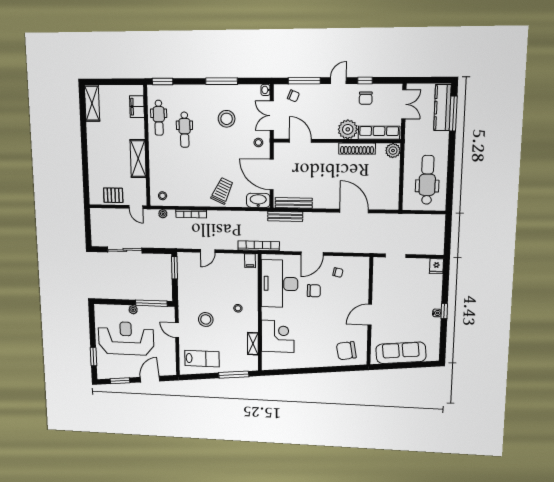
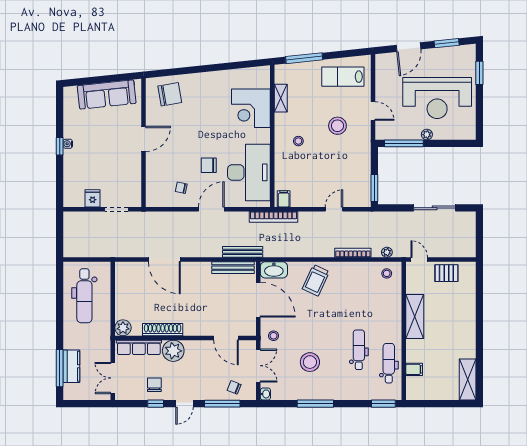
filing cabinet: (137, 107) -> (414, 369), width x0.50
kitchen counter: (442, 108) -> (71, 366), width x0.67
fridge: (436, 266) -> (93, 198), moved

